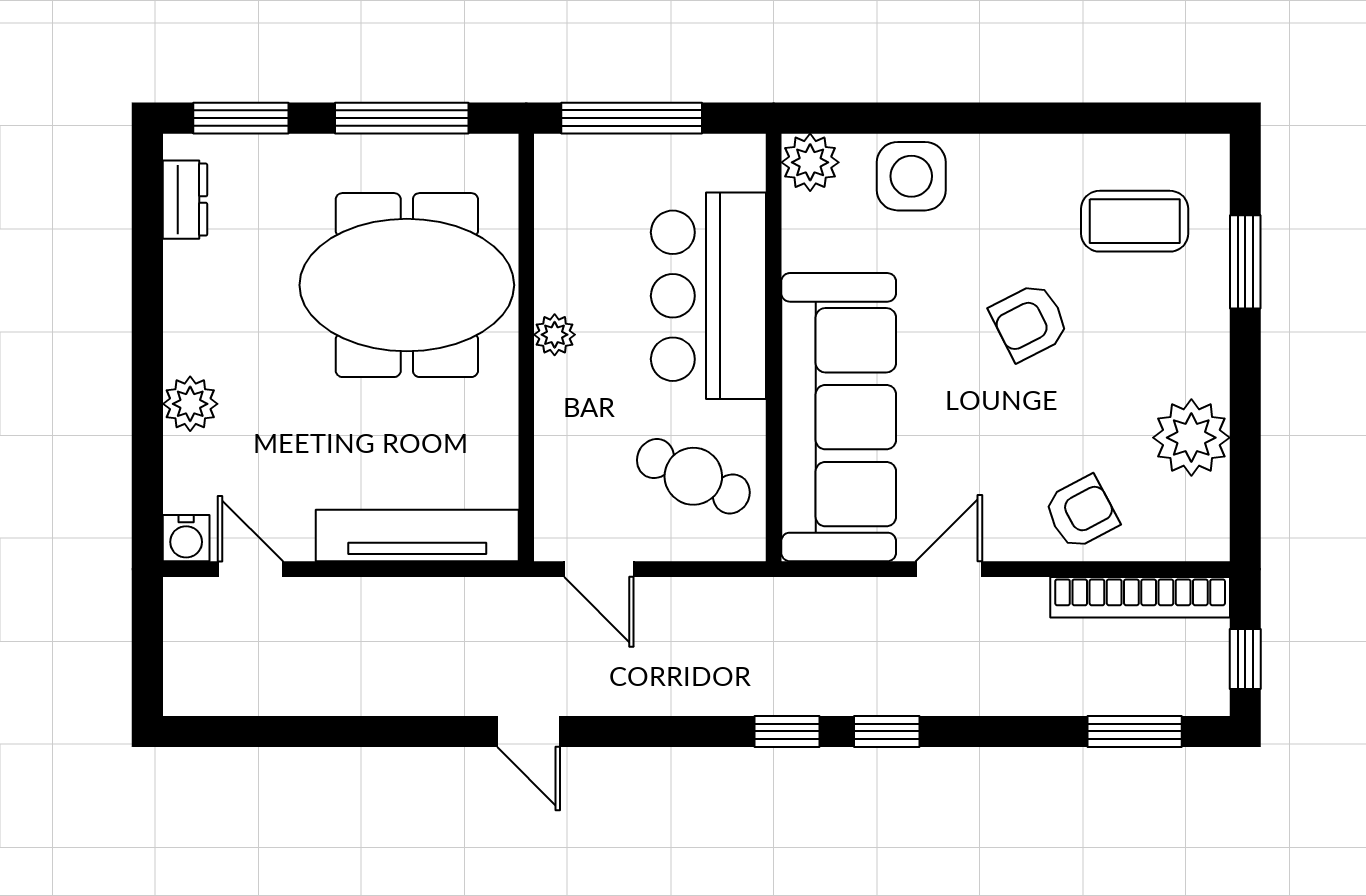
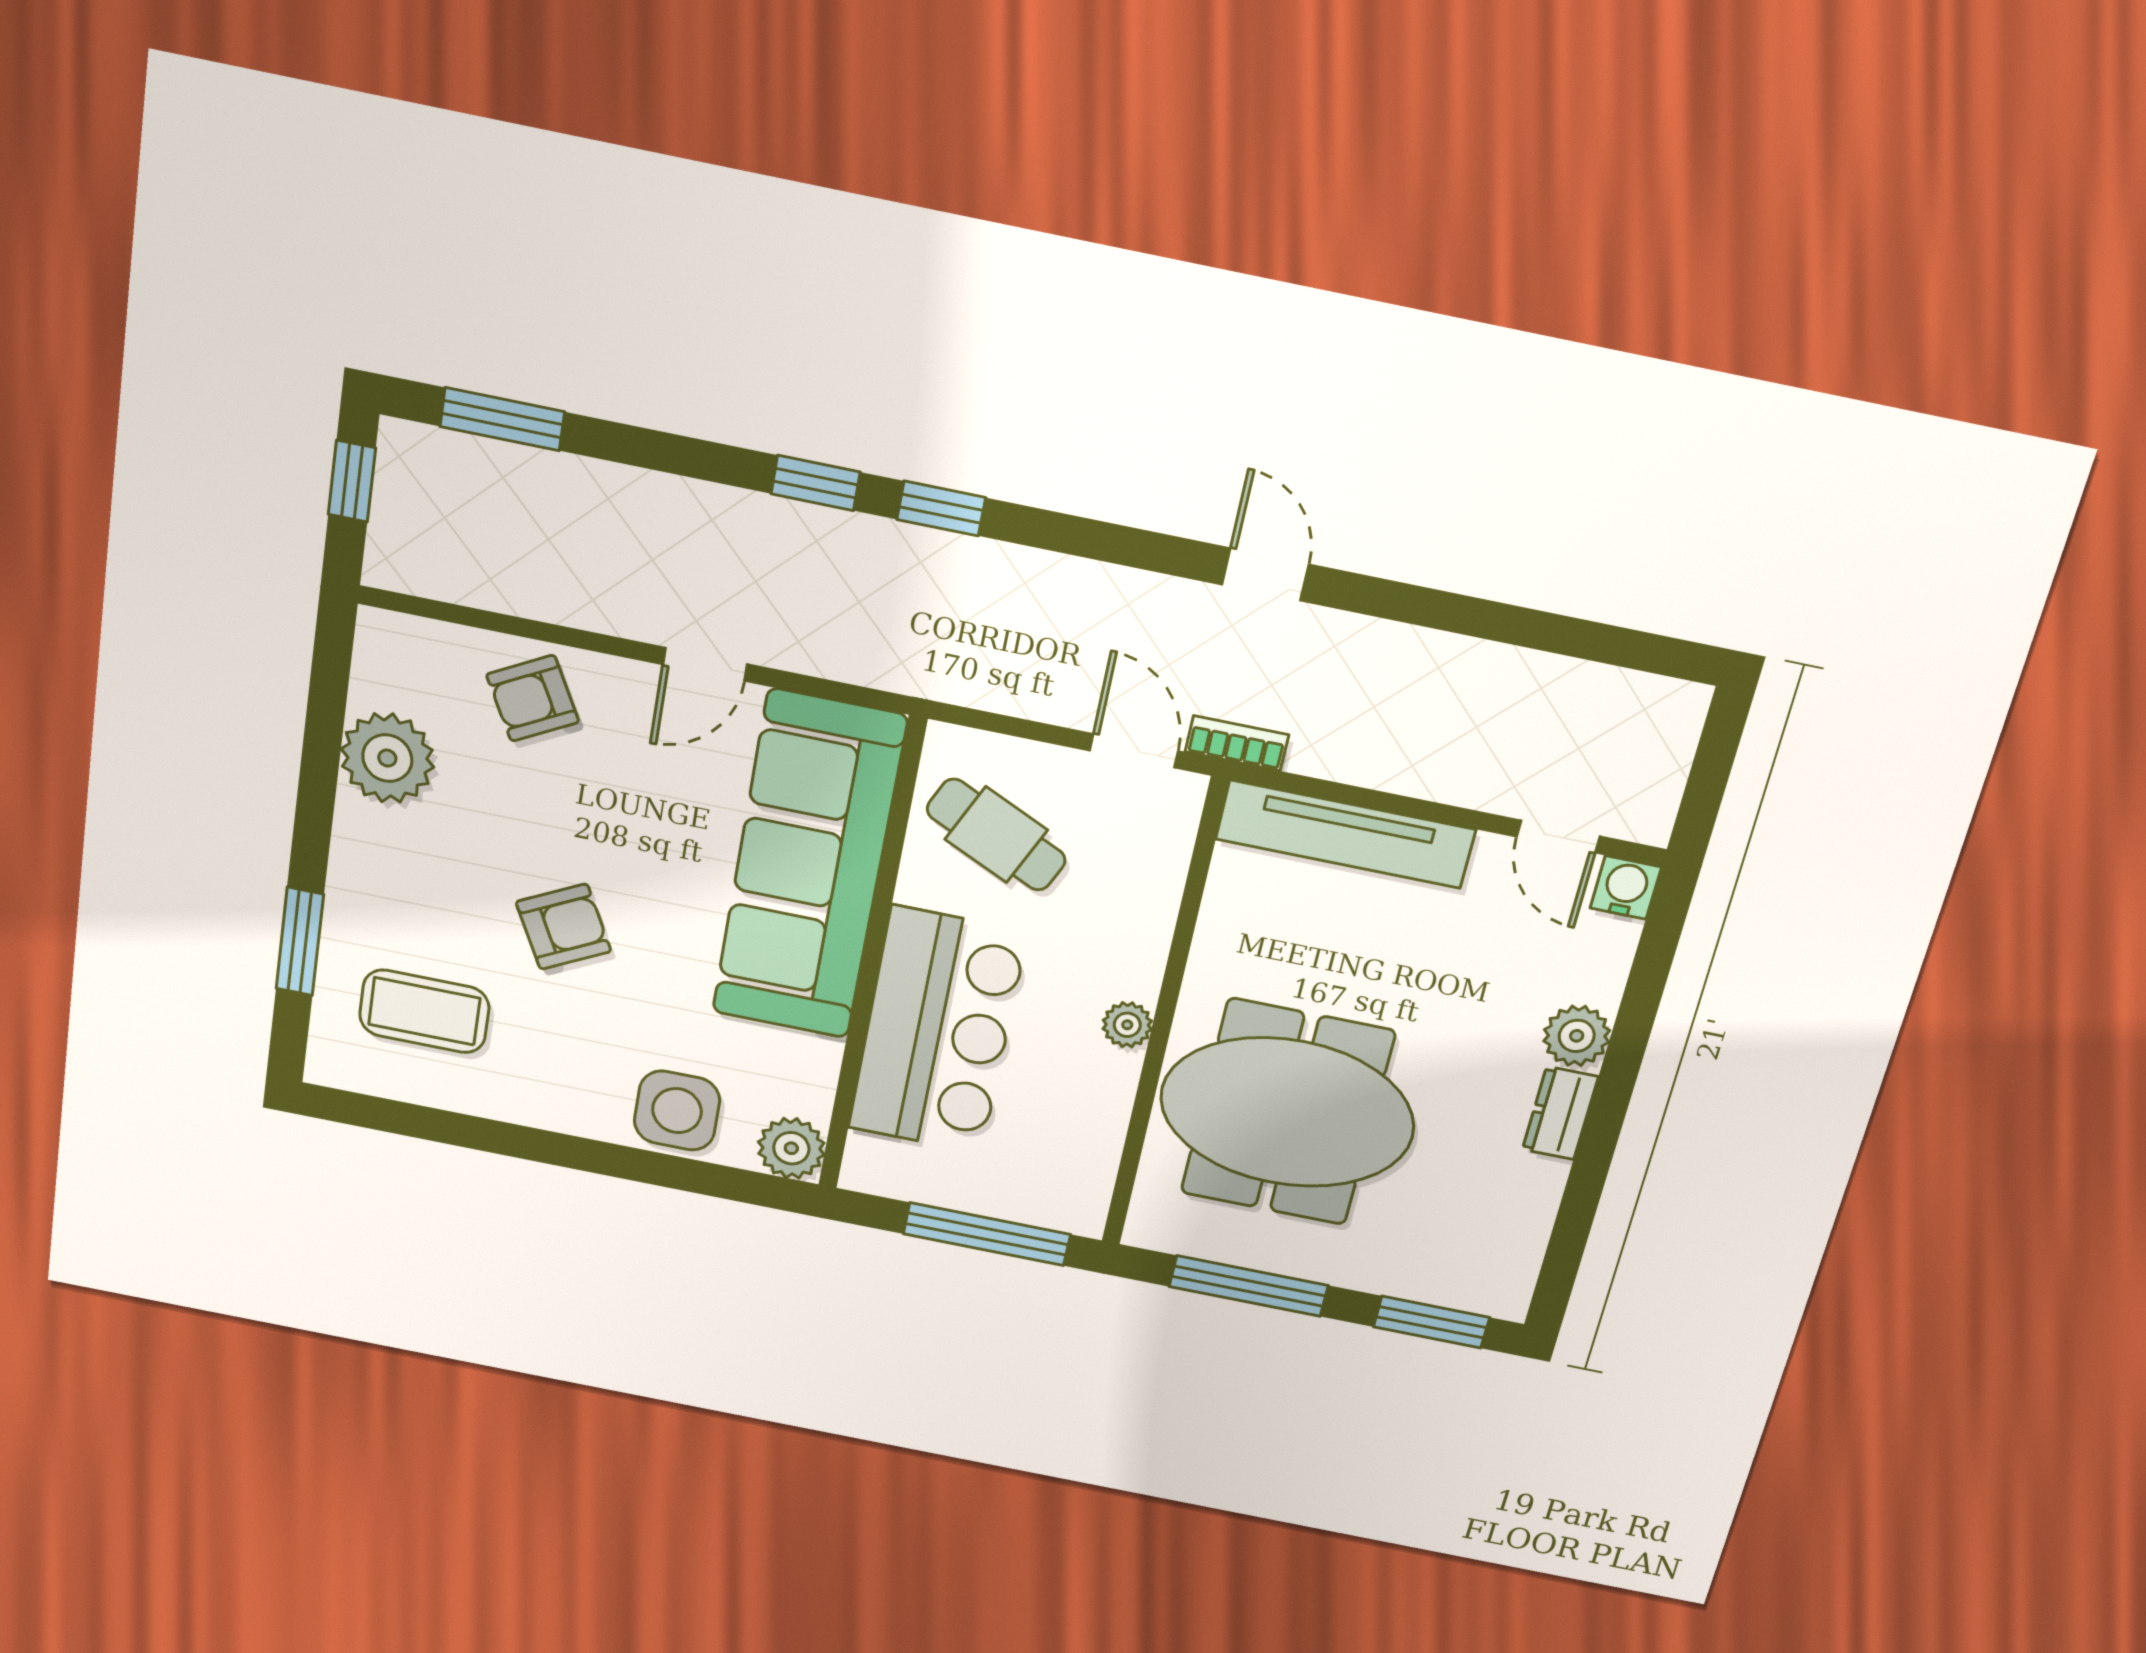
dresser: (185, 200) -> (1560, 1113), moved
bookcase: (1140, 597) -> (1237, 743), moved, width x0.43, depth x0.76

